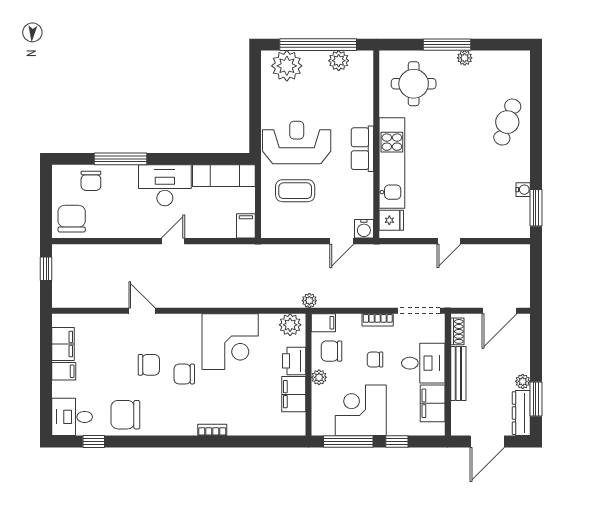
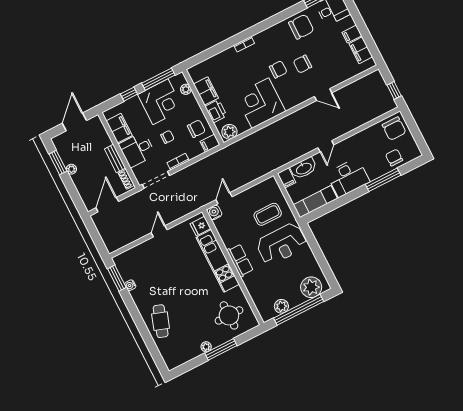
washbasin: (217, 227) -> (304, 168), added
plant: (309, 301) -> (225, 152), removed
bench: (458, 374) -> (115, 158), width x0.73
plant: (319, 377) -> (186, 89), moved
dresser: (521, 413) -> (63, 150), removed

